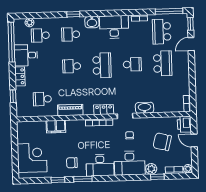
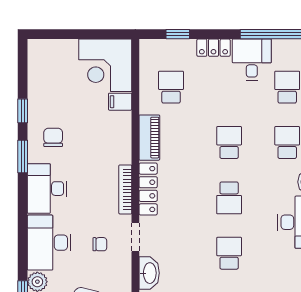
school desk: (132, 64) -> (229, 253), turned 180
school desk: (102, 65) -> (229, 198), width x0.54
locker: (104, 110) -> (148, 189), width x1.53
filing cabinet: (56, 127) -> (120, 102), width x0.50
corner desk: (32, 158) -> (105, 65), moved, turned 90

